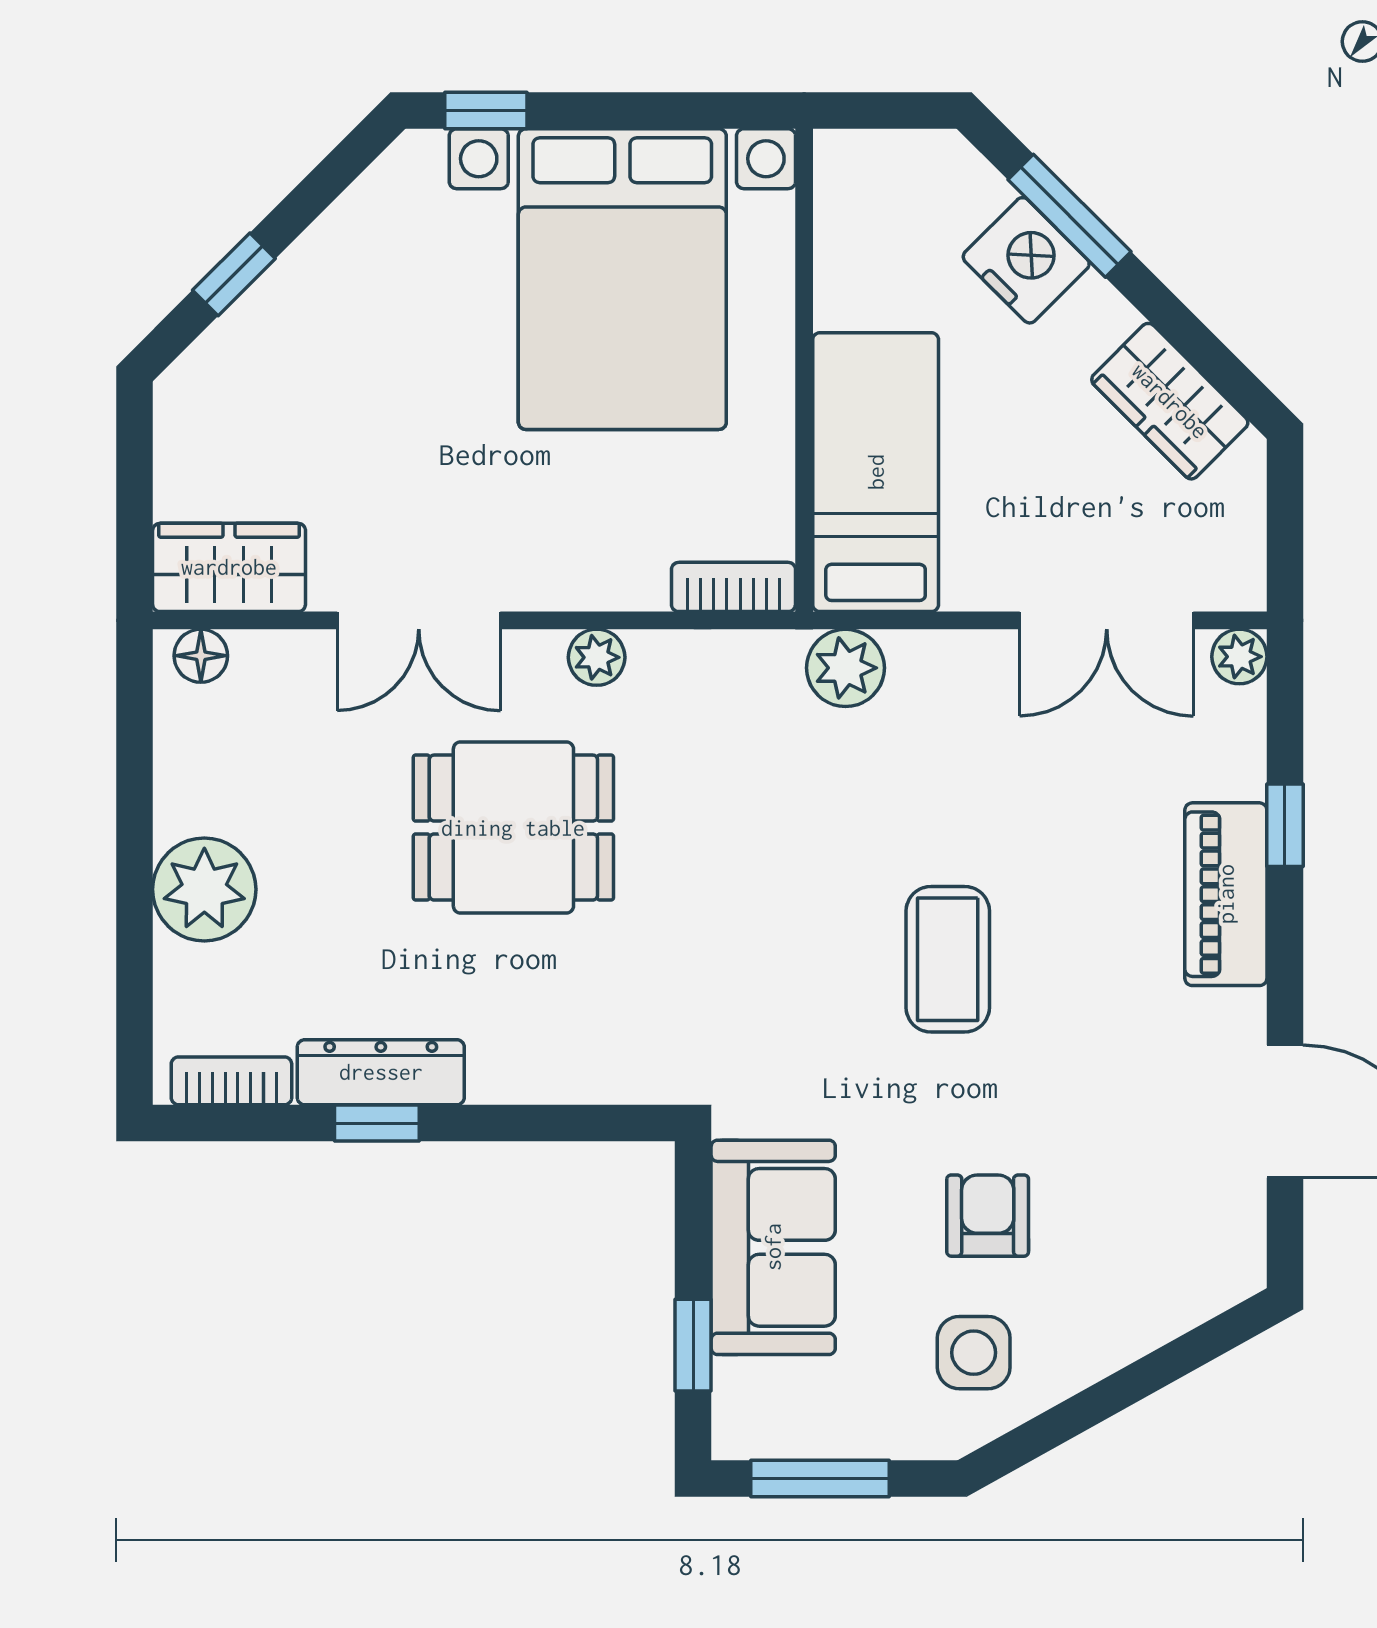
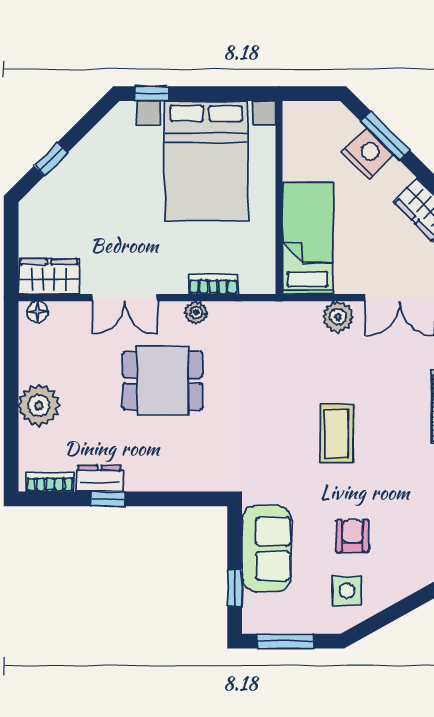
bookcase: (733, 587) -> (213, 284), moved
plant: (845, 668) -> (338, 317), moved
dresser: (381, 1072) -> (99, 479), width x0.70

